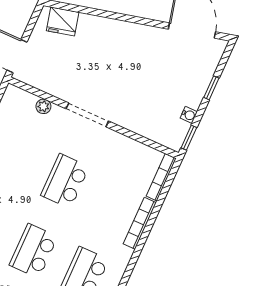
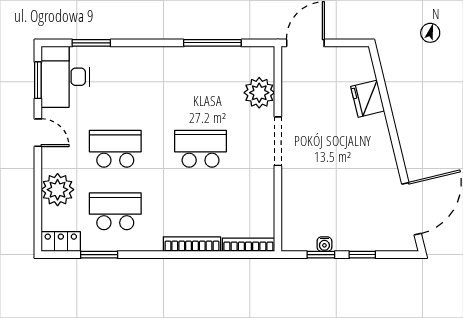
fridge: (63, 21) -> (368, 99), moved
plant: (43, 106) -> (259, 93), width x1.88, depth x1.88
window: (189, 138) -> (321, 255), moved

